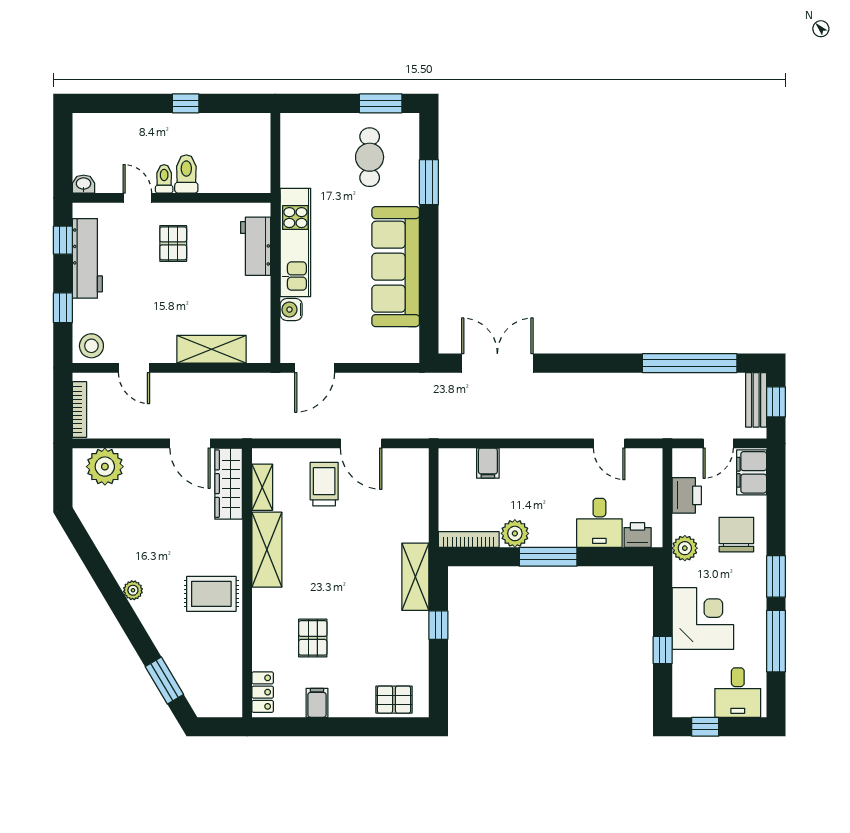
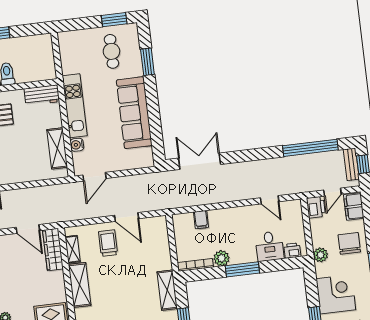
workbench: (256, 246) -> (42, 95), moved, turned -90
shelving: (212, 349) -> (57, 148), moved, turned 90
printer: (687, 495) -> (316, 207), moved

